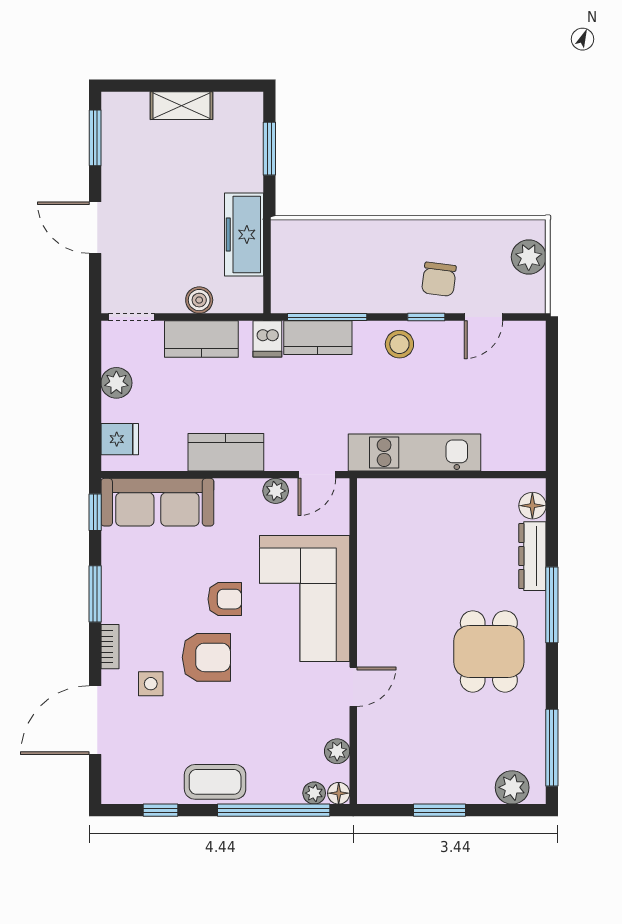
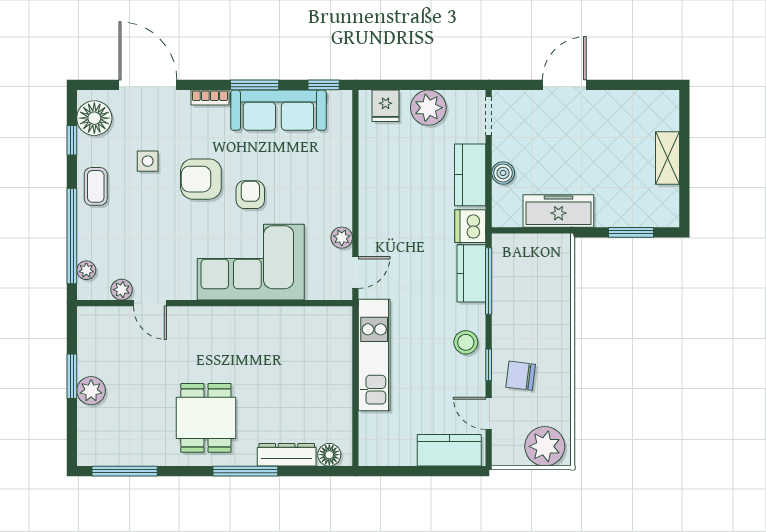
window: (95, 138) -> (640, 85), removed
plant: (529, 257) -> (545, 446), width x1.36, depth x1.36
dishwasher: (267, 339) -> (470, 226), width x1.38
plant: (116, 383) -> (428, 108), width x1.36, depth x1.36
kitchen counter: (226, 452) -> (449, 450), moved, turned -90
door: (317, 475) -> (355, 272), swing flipped
sofa: (157, 502) -> (278, 110), moved, turned -90
armchair: (225, 599) -> (250, 195), turned 180
dining table: (489, 651) -> (206, 418), turned 90
armchair: (206, 657) -> (201, 179), turned 90
side table: (151, 684) -> (148, 161), moved
door: (353, 687) -> (150, 303), moved
coffee table: (215, 782) -> (96, 186), width x0.73, depth x0.77
plant: (512, 787) -> (91, 391), moved
floor lamp: (339, 793) -> (94, 118), moved, width x1.89, depth x1.89

